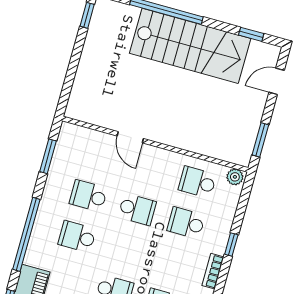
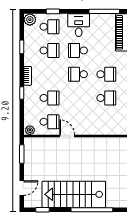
door: (130, 137) -> (67, 136), moved
school desk: (137, 209) -> (78, 74), moved

